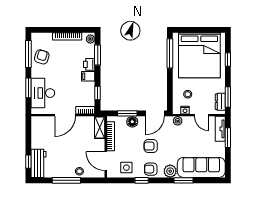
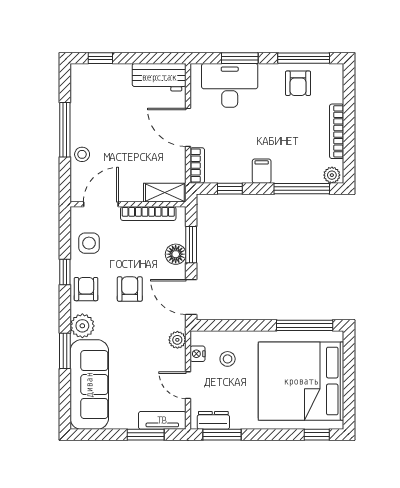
window: (98, 55) -> (302, 189), width x1.44
armchair: (42, 57) -> (298, 83), turned 74
window: (228, 60) -> (317, 435), moved
printer: (89, 64) -> (284, 173), removed
door: (202, 115) -> (188, 385), hinge flipped
workbench: (39, 163) -> (159, 77), moved

